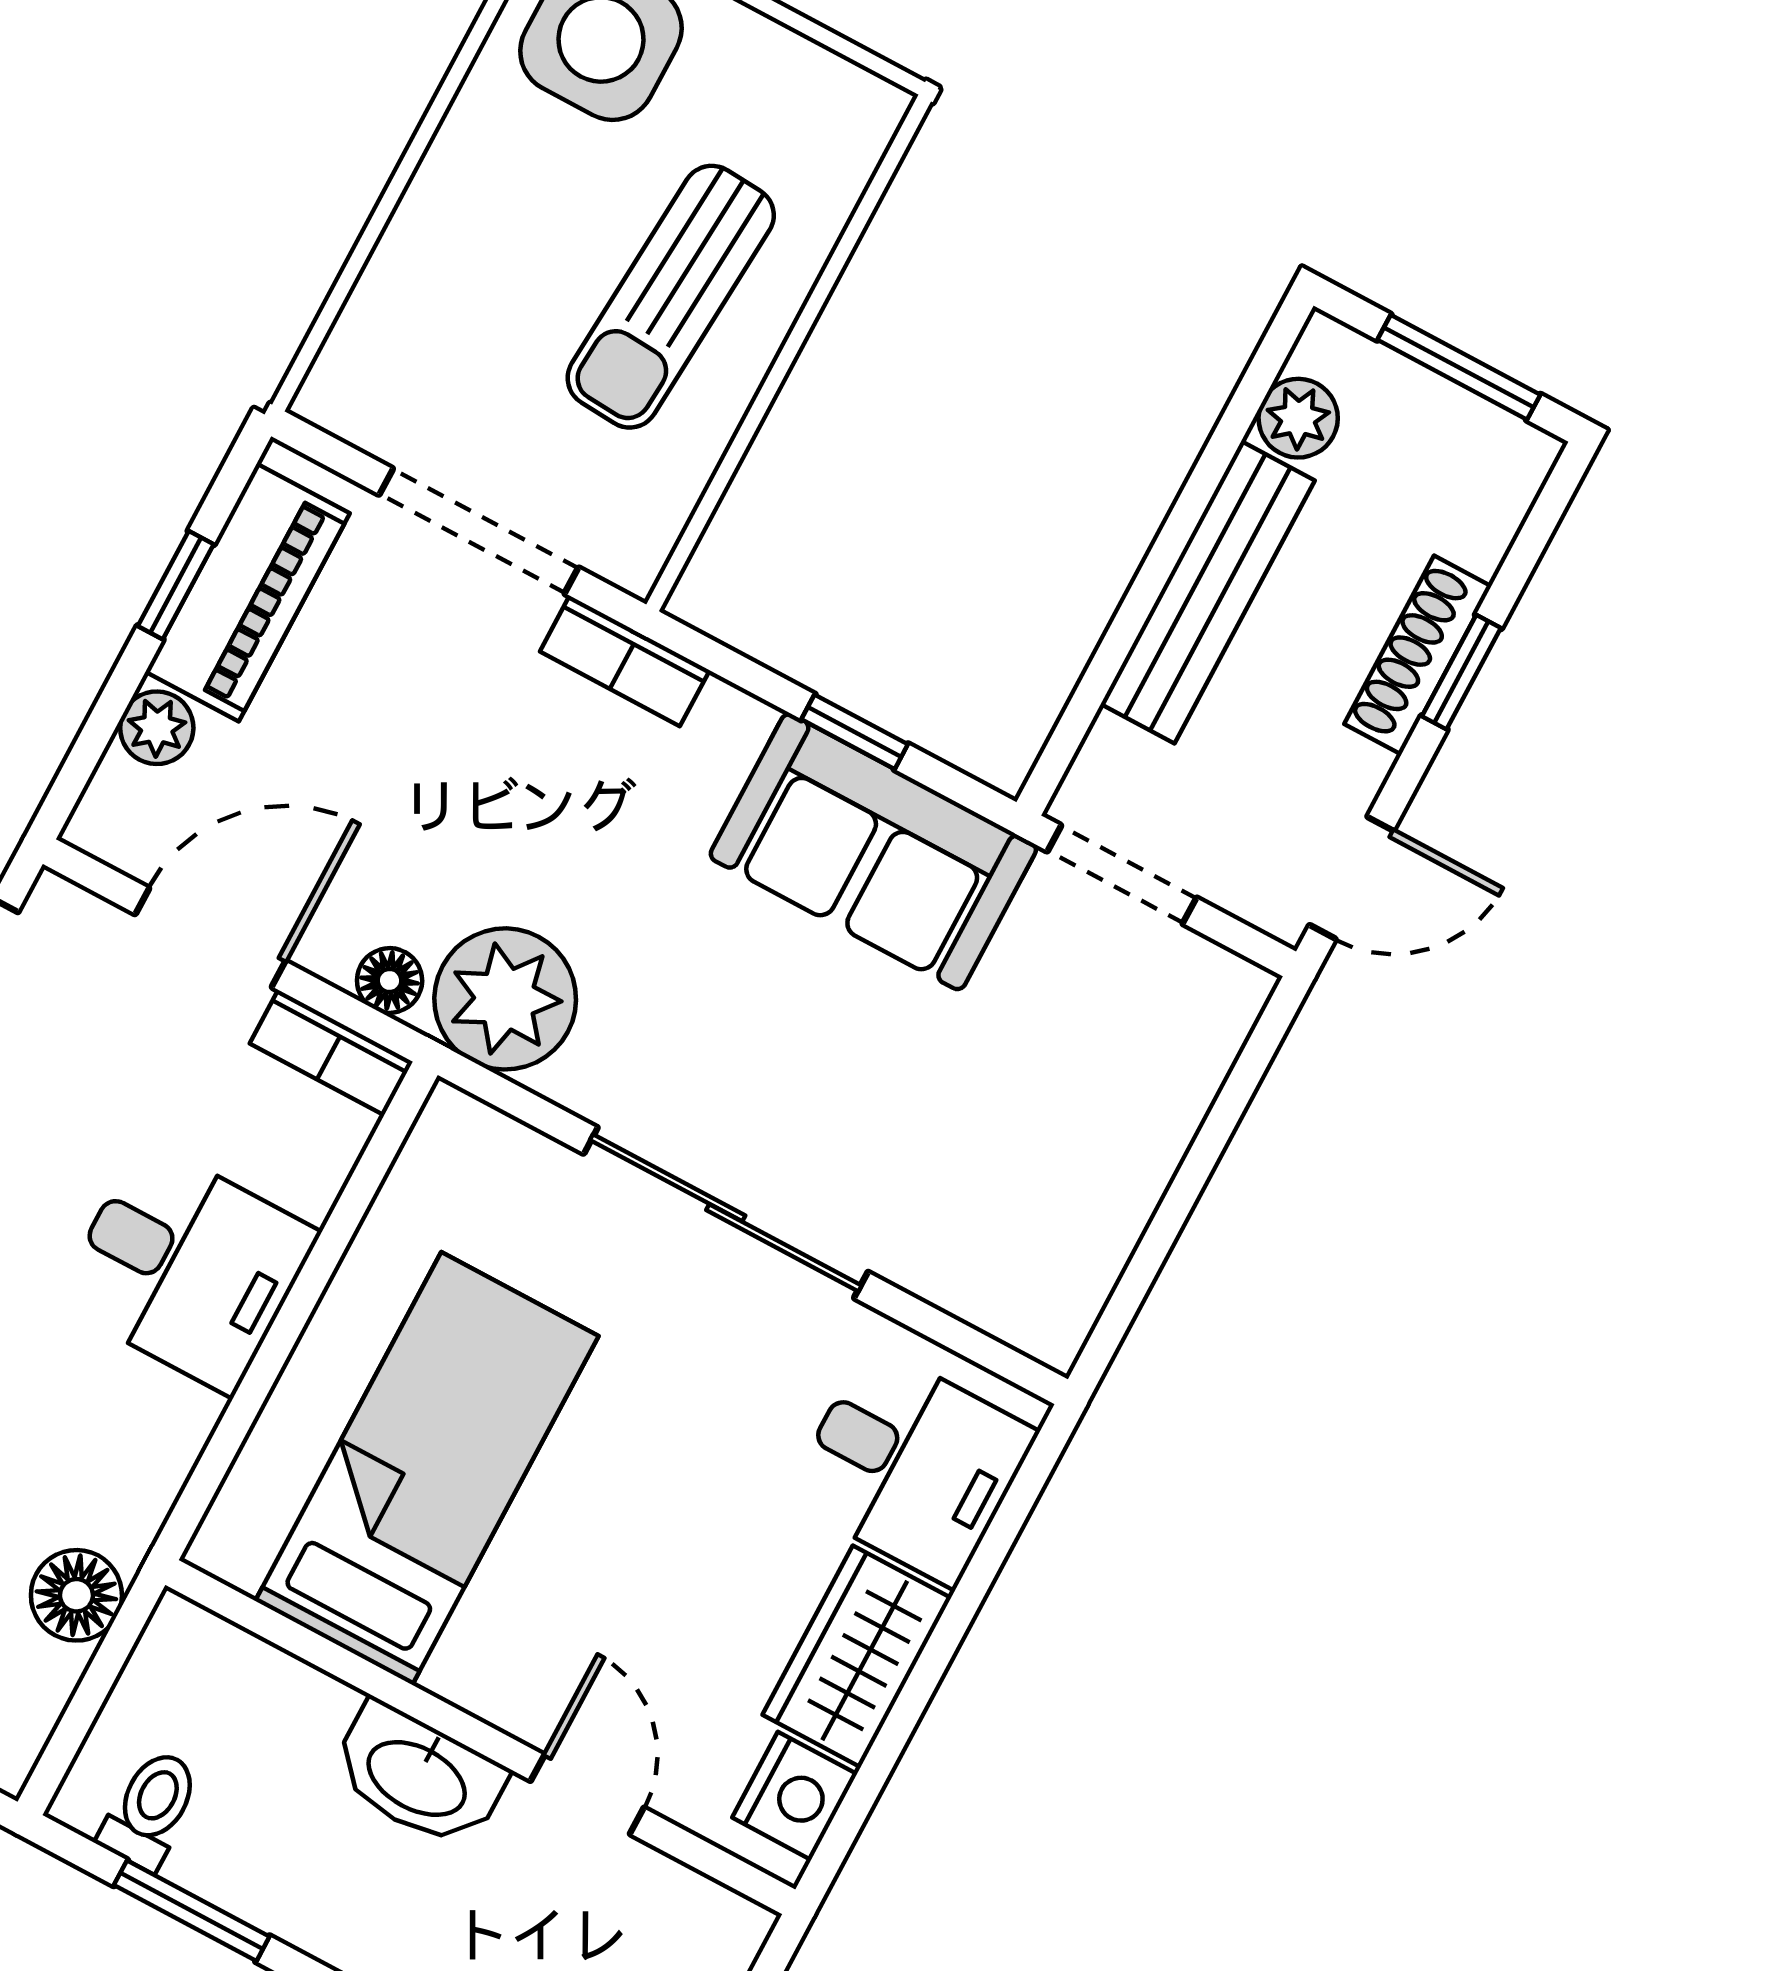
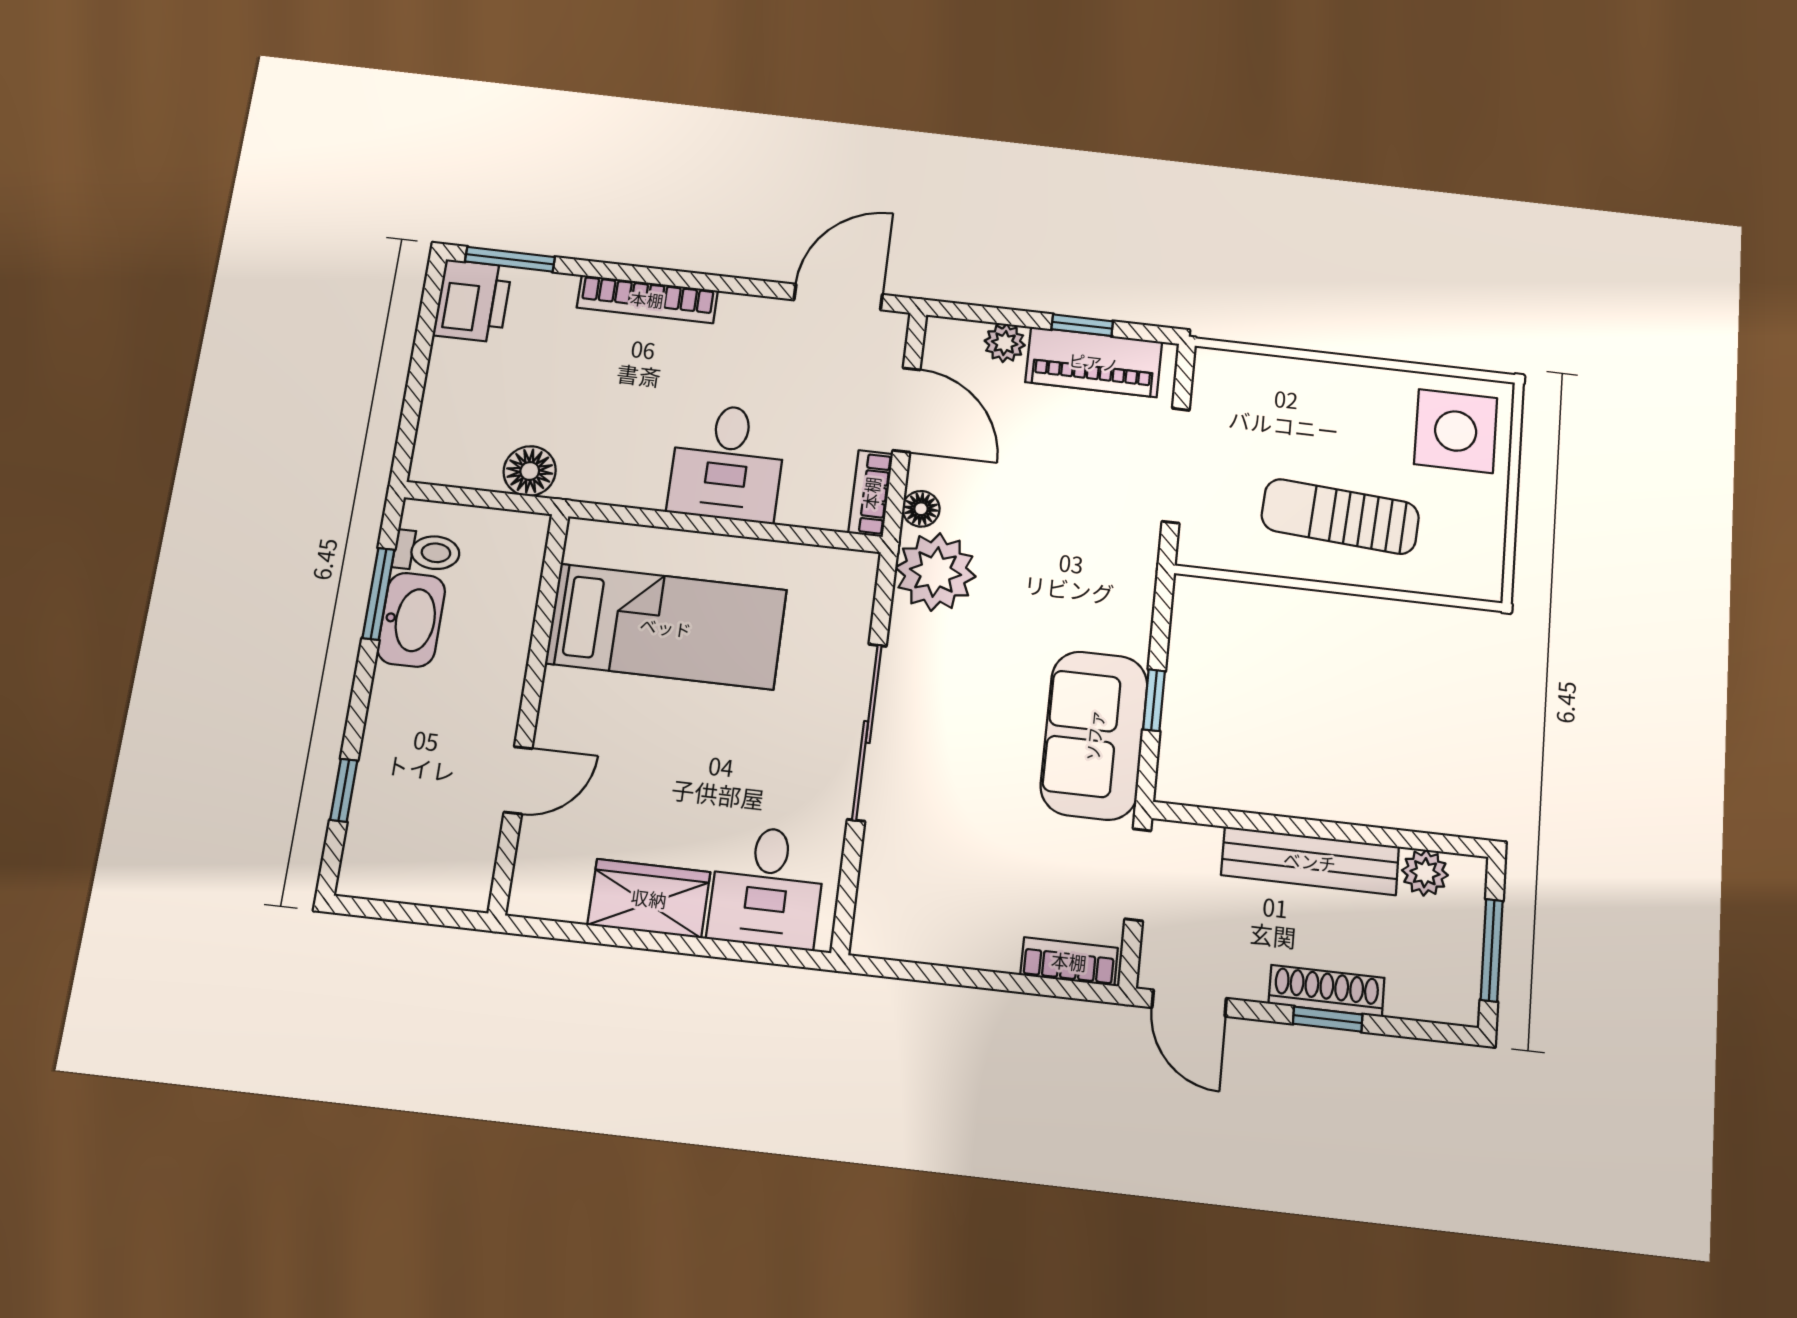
bookcase: (625, 661) -> (1069, 961), moved, turned 90
washbasin: (418, 1776) -> (411, 620), moved, turned 180
nightstand: (795, 1796) -> (558, 894), removed

